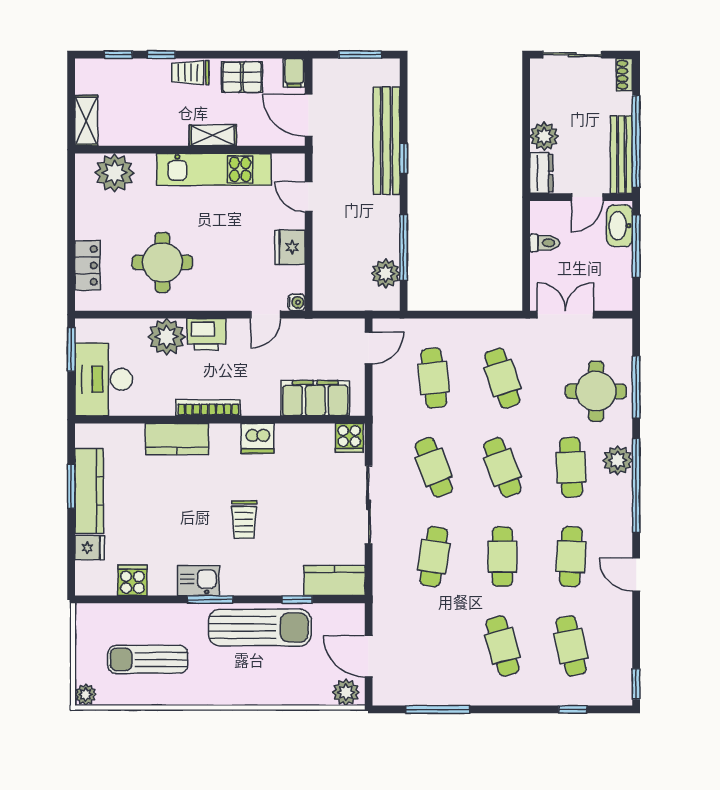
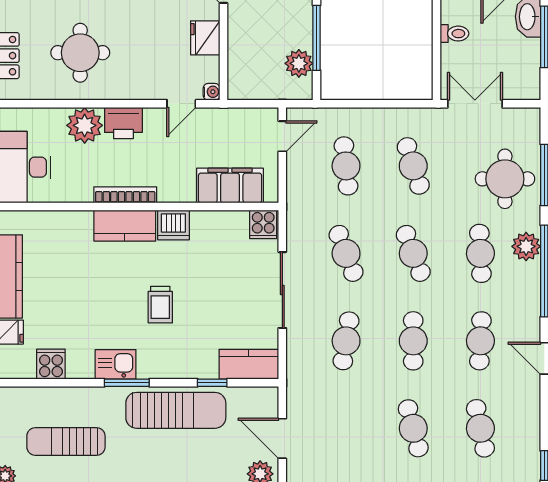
kitchen counter: (177, 439) -> (125, 226), moved

